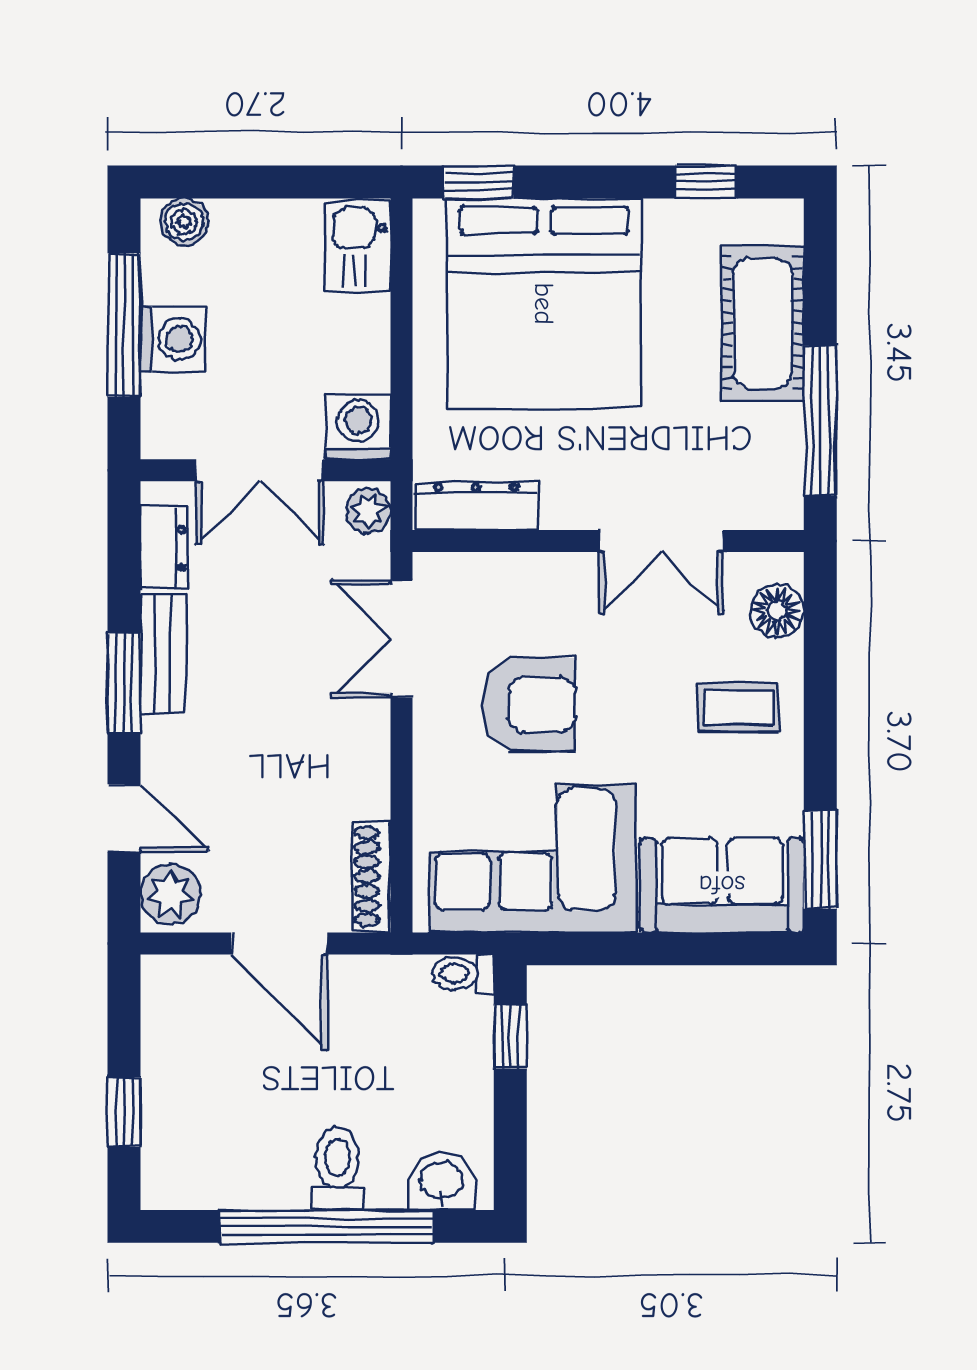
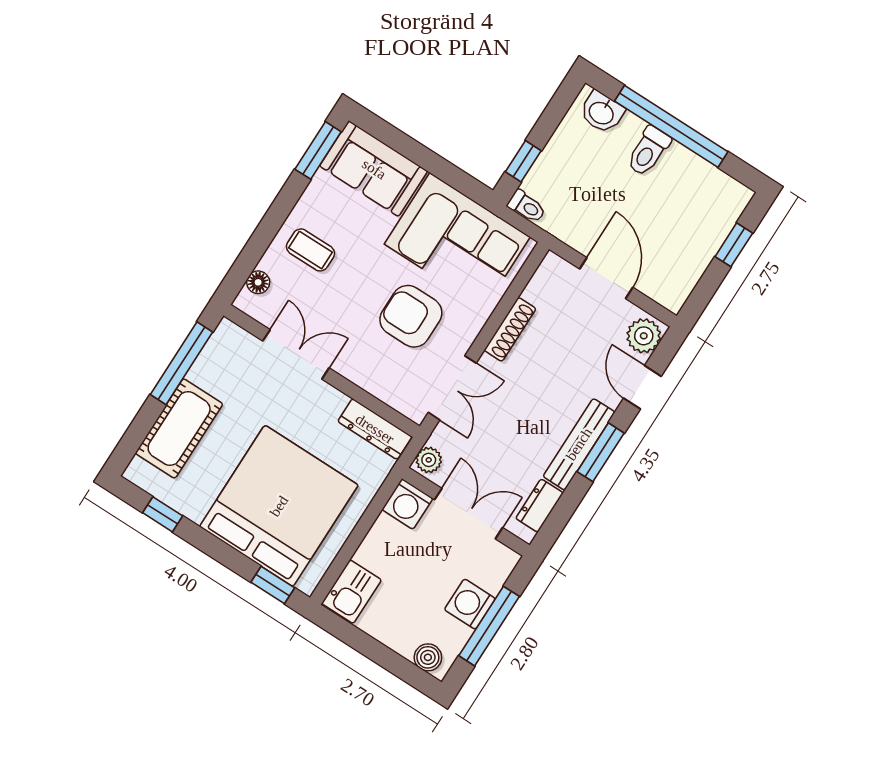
floor lamp: (777, 611) -> (258, 282), width x0.73, depth x0.73
bench: (163, 654) -> (579, 444), width x1.36
shoe rack: (372, 876) -> (510, 329), moved

